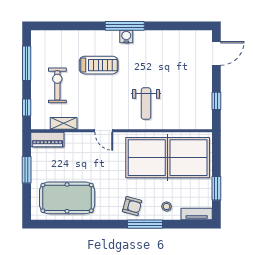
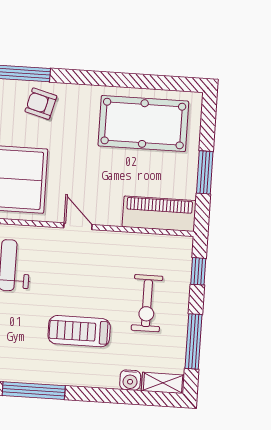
water cooler: (126, 37) -> (130, 380), moved
shelving: (64, 123) -> (163, 383), moved
piano: (47, 140) -> (159, 214), width x1.37, depth x1.33

